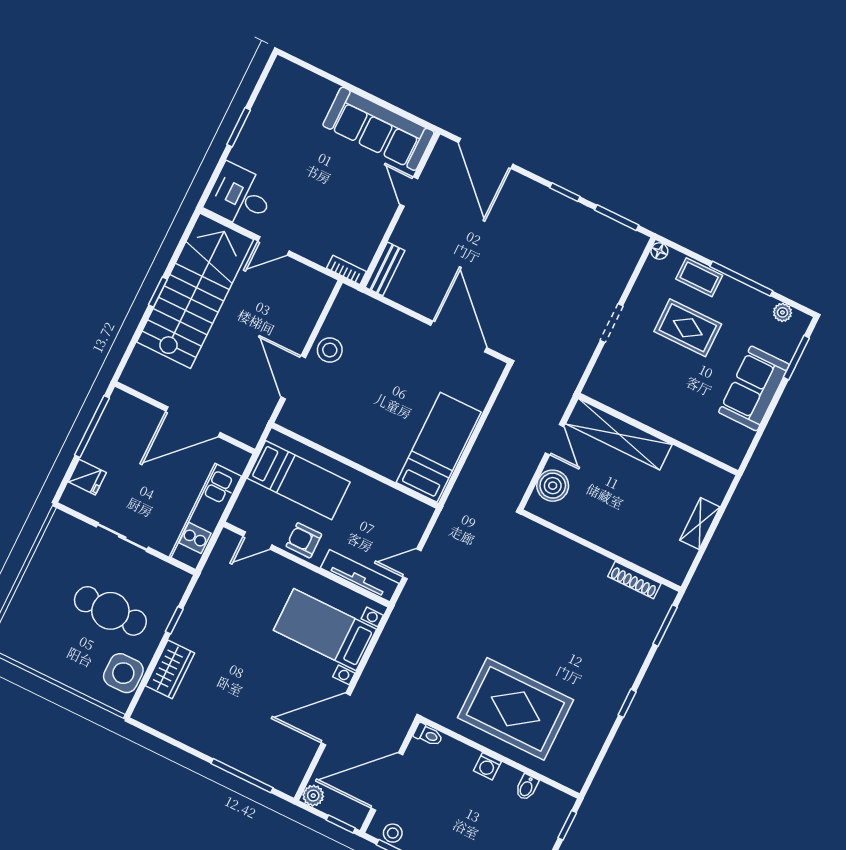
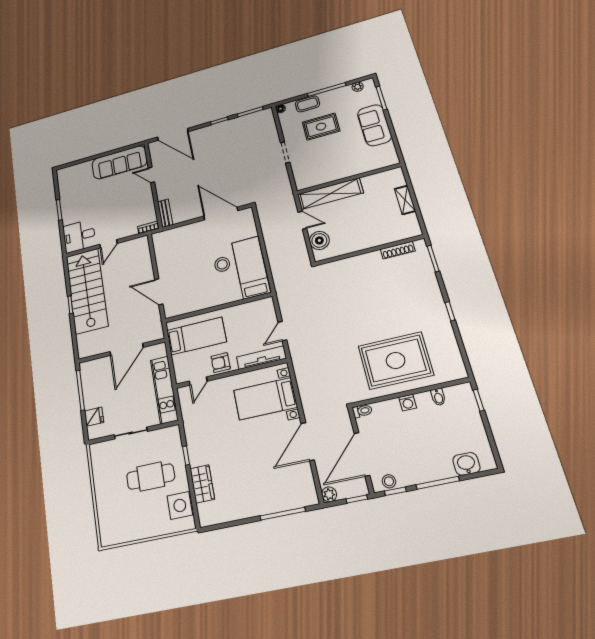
stool: (330, 350) -> (222, 264), moved

